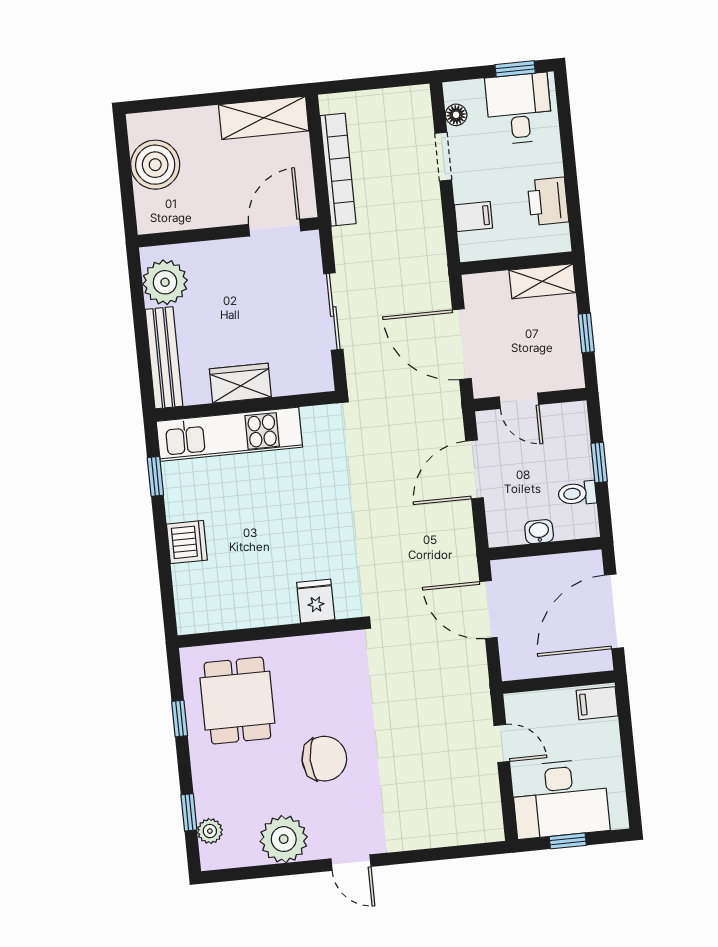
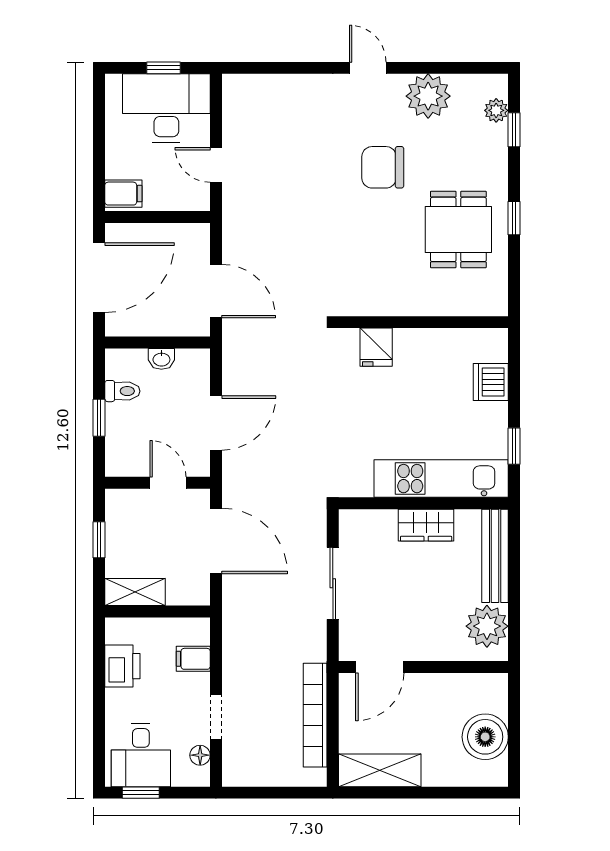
fridge: (316, 601) -> (376, 347), moved
wall: (268, 633) -> (423, 322), moved

